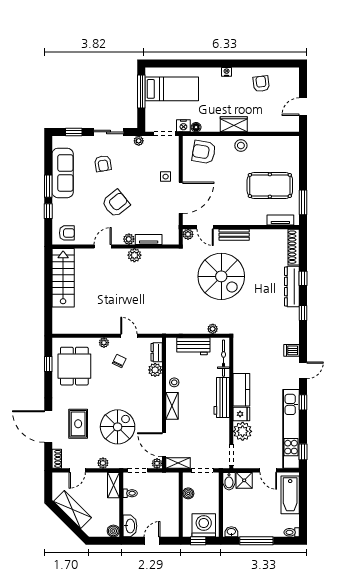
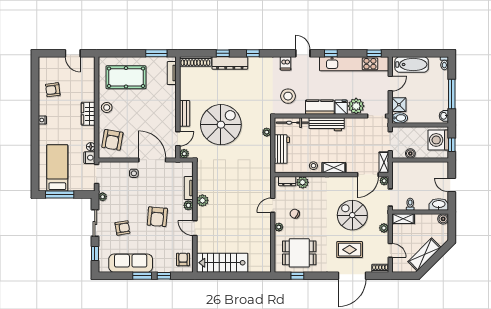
pool table: (270, 185) -> (126, 77), moved, turned 90
armchair: (116, 203) -> (157, 217), turned -136
stool: (254, 353) -> (288, 96), added

